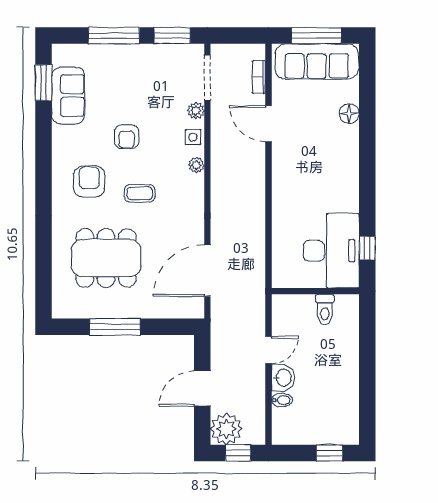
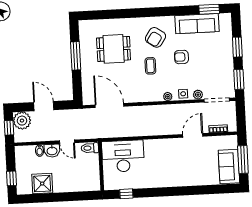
window: (114, 36) -> (237, 47), width x0.69
sofa: (317, 61) -> (229, 167), width x0.73
sofa: (68, 95) -> (197, 24), width x1.36
floor lamp: (349, 114) -> (201, 180), removed
armchair: (89, 182) -> (155, 37), turned 124
desk: (331, 251) -> (123, 156), moved, turned 180
dining table: (106, 258) -> (114, 49), width x0.73
toilet: (325, 310) -> (90, 148), moved
shower: (341, 398) -> (42, 184), added

